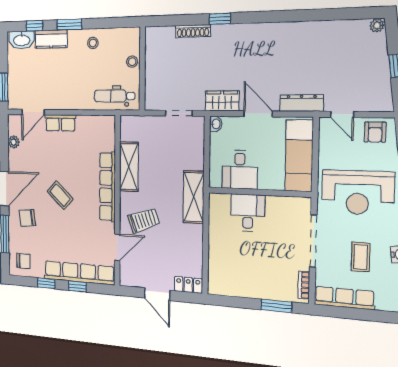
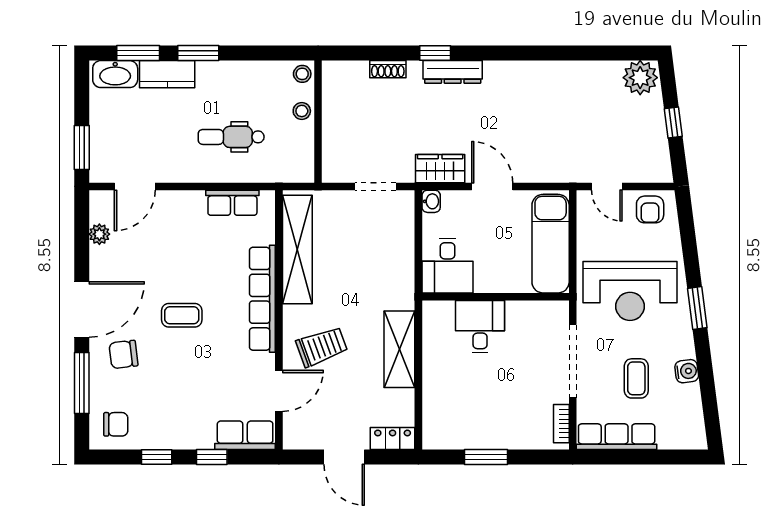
plant: (377, 25) -> (640, 78), width x1.87, depth x1.87
window: (34, 26) -> (138, 53), width x1.50
shoe rack: (193, 31) -> (388, 69), width x0.70
stool: (93, 43) -> (302, 74), moved
dental chair: (115, 96) -> (231, 137), moved
dresser: (302, 103) -> (453, 72), moved, turned 180
row of seats: (60, 123) -> (232, 203), moved
shelving: (129, 167) -> (297, 250), width x1.47
desk: (240, 170) -> (448, 266), moved
coffee table: (60, 195) -> (182, 315), turned -43
shelving: (194, 197) -> (399, 349), moved
row of seats: (79, 273) -> (245, 435), width x0.50
window: (276, 306) -> (486, 457), moved

